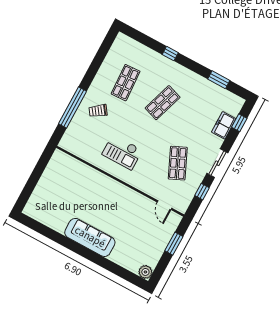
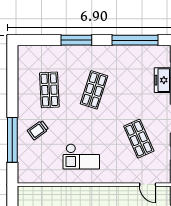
window: (170, 54) -> (76, 40), width x2.17
window: (219, 80) -> (135, 40), width x2.11

